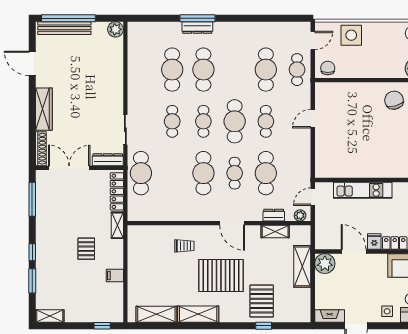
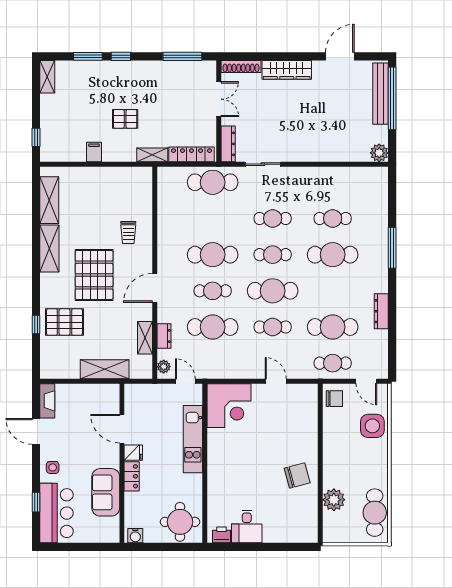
dresser: (197, 28) -> (381, 311), moved
cafe table: (172, 70) -> (333, 218), width x0.73, depth x0.74
corner desk: (334, 159) -> (229, 406), added
double door: (69, 168) -> (219, 99), width x0.73
door: (354, 251) -> (122, 429), swing flipped
plant: (325, 264) -> (108, 395), removed

